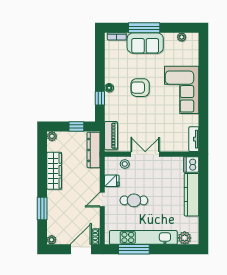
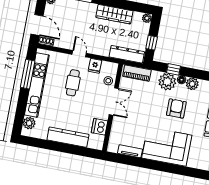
plant: (111, 76) -> (192, 84), added
plant: (114, 102) -> (167, 82), added
tv unit: (194, 139) -> (130, 151), moved
dishwasher: (191, 164) -> (99, 127), moved, turned -90

